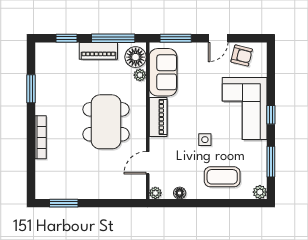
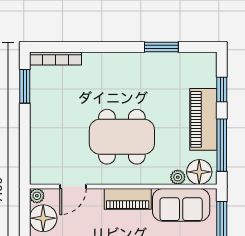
piano: (98, 51) -> (203, 119), width x1.37, depth x1.33
bookcase: (41, 137) -> (55, 59), moved
door: (148, 163) -> (73, 186), swing flipped
floor lamp: (180, 193) -> (43, 218), width x1.89, depth x1.89

